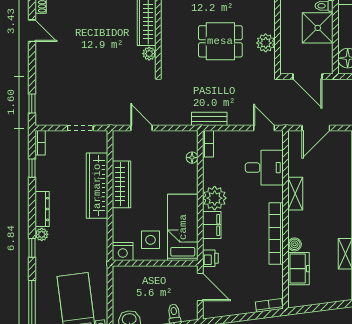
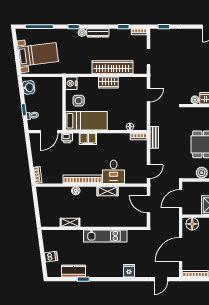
desk: (264, 168) -> (114, 172), moved
wardrobe: (122, 184) -> (108, 83), width x0.67
plant: (215, 198) -> (105, 141), removed
freezer: (298, 269) -> (61, 193), removed

